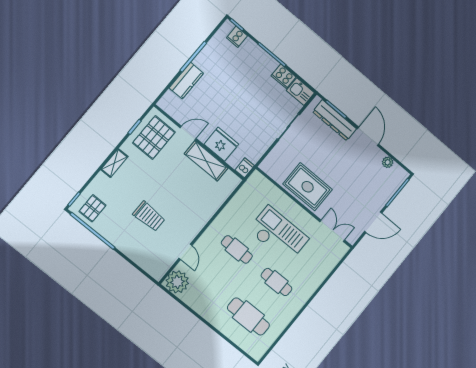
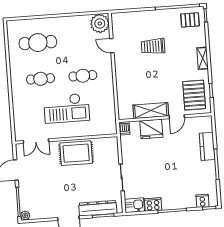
plant: (388, 162) -> (25, 216), moved
pallet: (92, 208) -> (190, 20), turned 90

